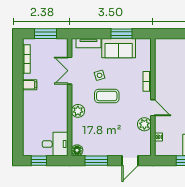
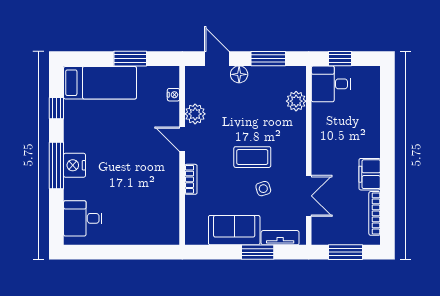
window: (122, 34) -> (258, 252), moved
filing cabinet: (30, 85) -> (370, 174), width x2.00
plant: (78, 111) -> (296, 101), moved
floor lamp: (77, 150) -> (239, 74), moved
window: (39, 161) -> (340, 59), moved
door: (130, 161) -> (217, 59), hinge flipped

